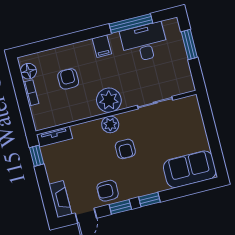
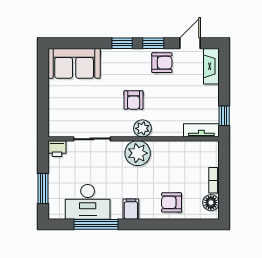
armchair: (68, 79) -> (172, 202), moved, turned 90
printer: (186, 85) -> (57, 149), added
armchair: (125, 149) -> (134, 100), turned 180

